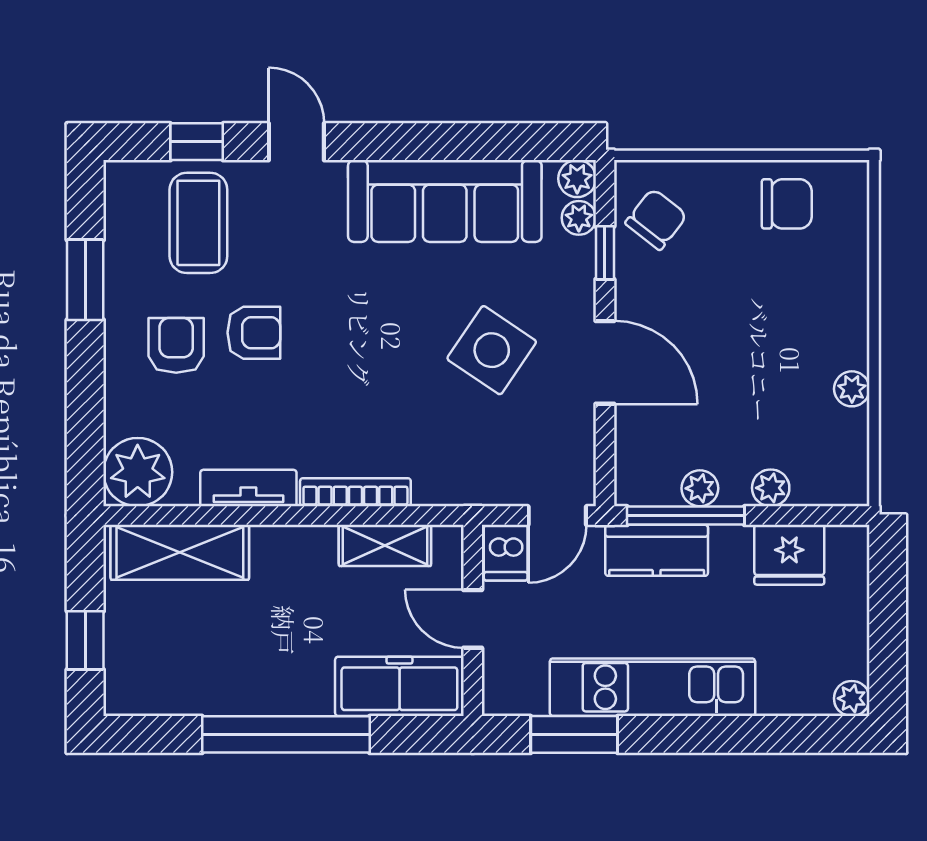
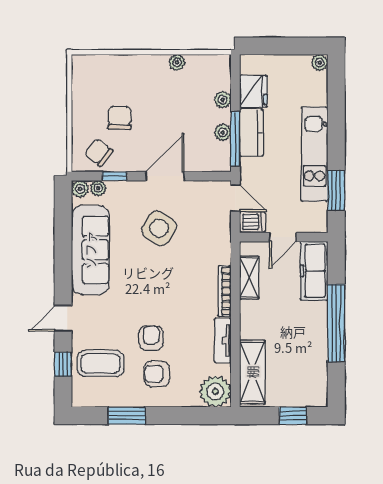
chair: (787, 204) -> (120, 118), moved
kitchen counter: (657, 550) -> (251, 133), moved

